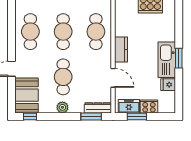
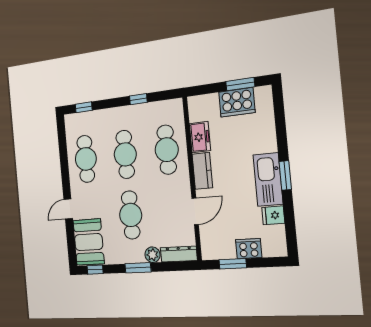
door: (113, 78) -> (195, 211), hinge flipped
freezer: (129, 106) -> (200, 137), moved, turned 90
plant: (62, 107) -> (152, 255), moved
window: (91, 116) -> (138, 268), moved

